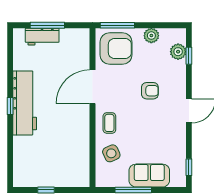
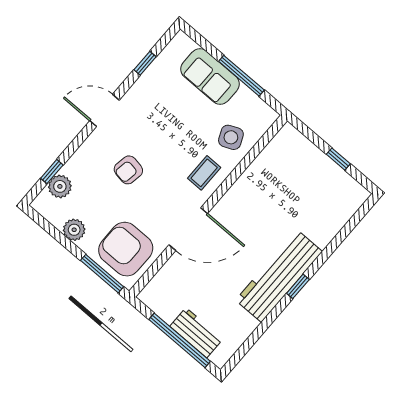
window: (47, 25) -> (180, 340), width x1.46
armchair: (150, 91) -> (128, 170), turned -80
window: (189, 167) -> (145, 63), moved

